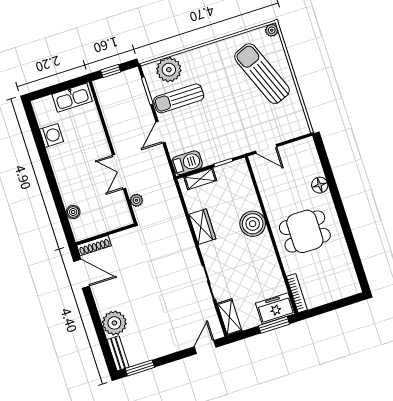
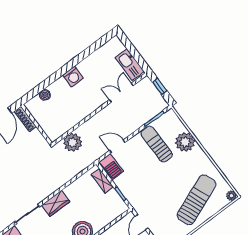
plant: (169, 70) -> (185, 142), moved
door: (160, 132) -> (117, 146), moved
washing machine: (51, 135) -> (73, 77), moved
double door: (119, 172) -> (121, 93), moved
plant: (136, 200) -> (73, 142), width x1.88, depth x1.88
wardrobe: (202, 227) -> (56, 203), moved

